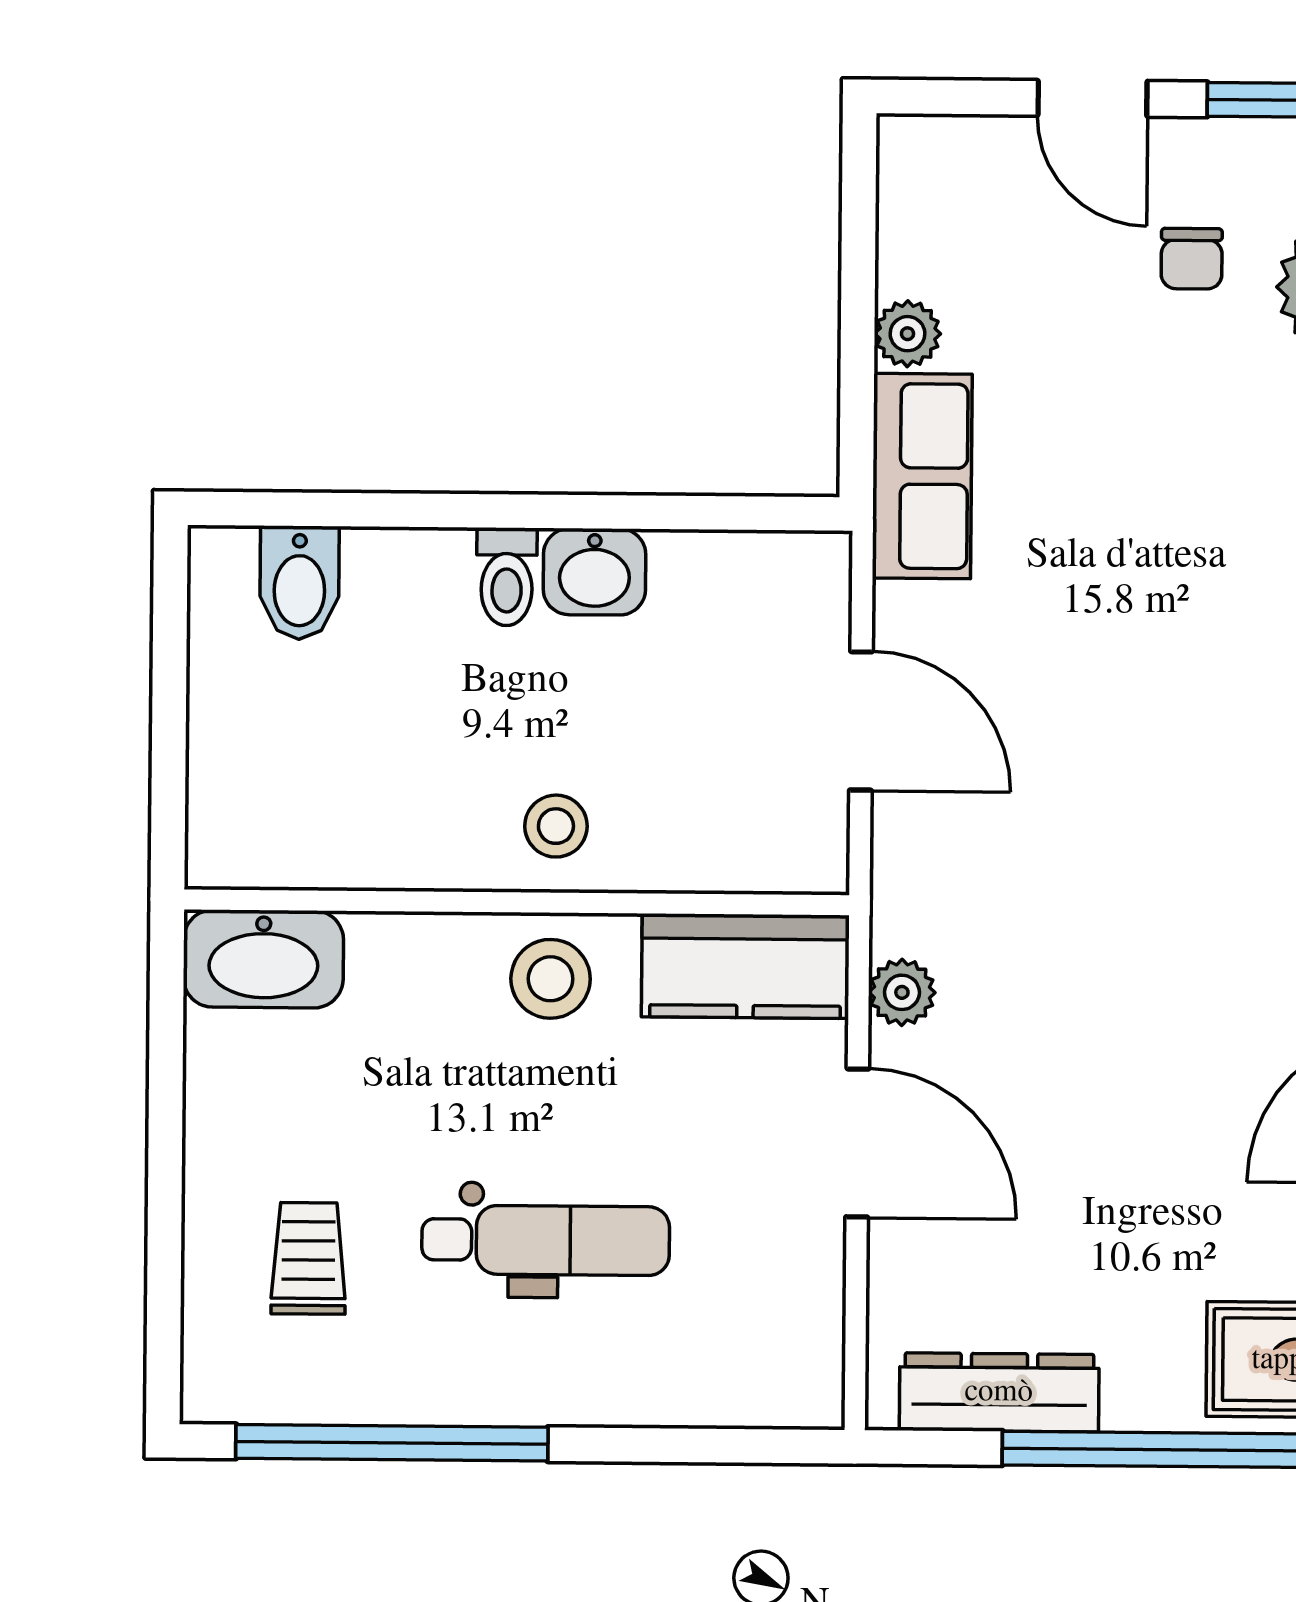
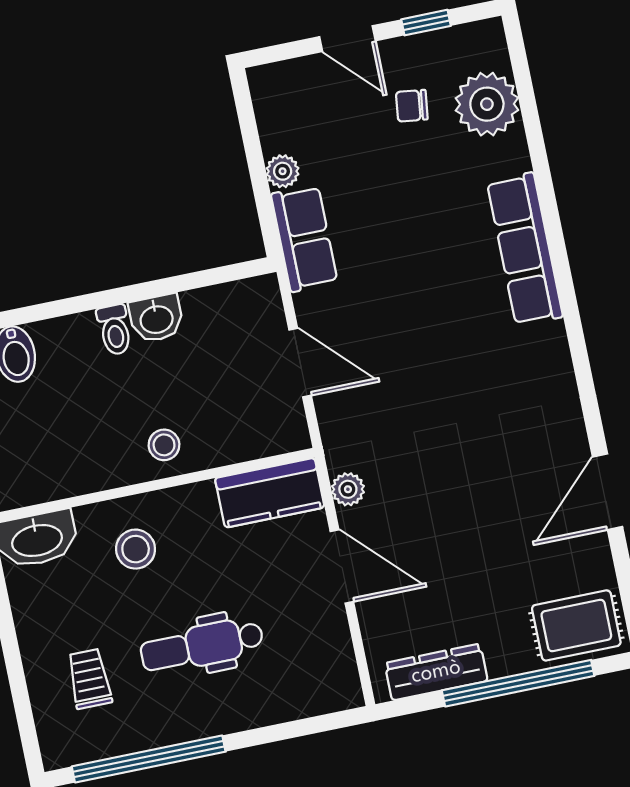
chair: (1192, 259) -> (412, 106), turned 97
stool: (551, 979) -> (136, 549), moved
dental chair: (546, 1240) -> (202, 646), turned 180

